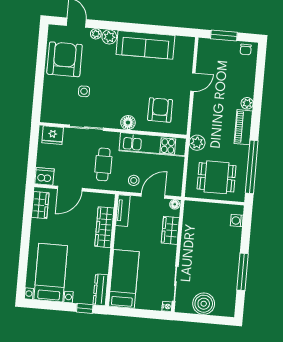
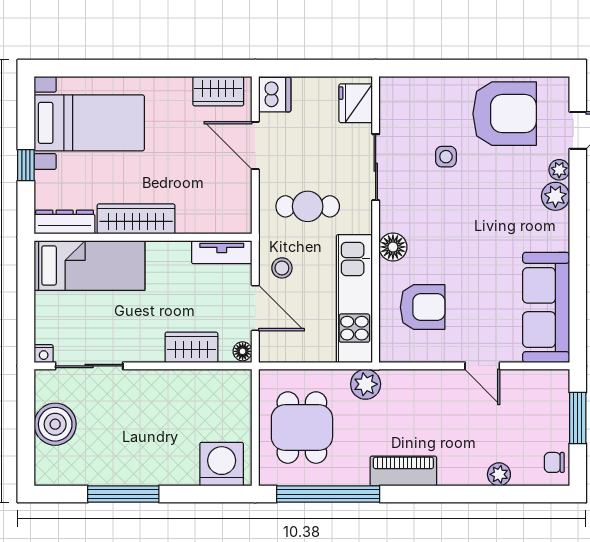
sofa: (145, 45) -> (546, 307), moved
plant: (247, 103) -> (499, 474), moved
washing machine: (237, 221) -> (222, 464), width x1.89, depth x1.89
wardrobe: (104, 227) -> (136, 219), moved
window: (85, 308) -> (26, 165), moved

